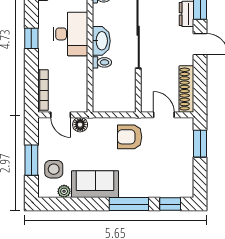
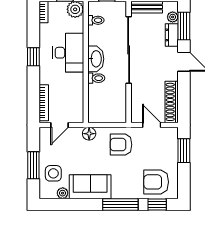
door: (61, 115) -> (60, 125), hinge flipped
floor lamp: (80, 125) -> (89, 134), moved
armchair: (169, 179) -> (156, 182), added

